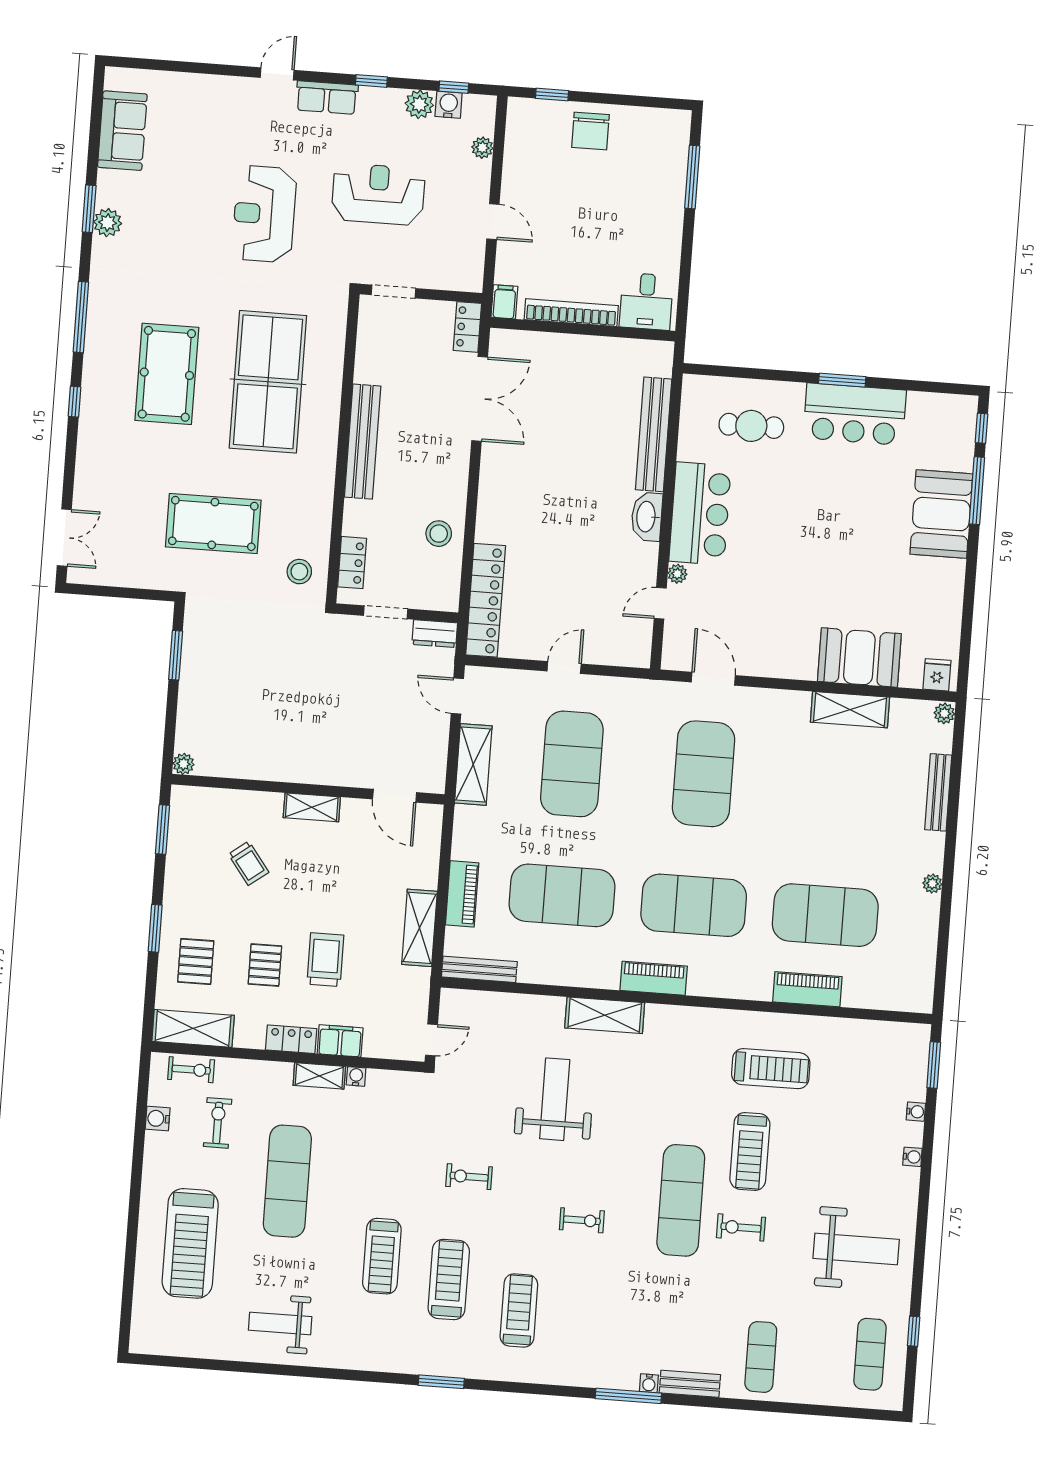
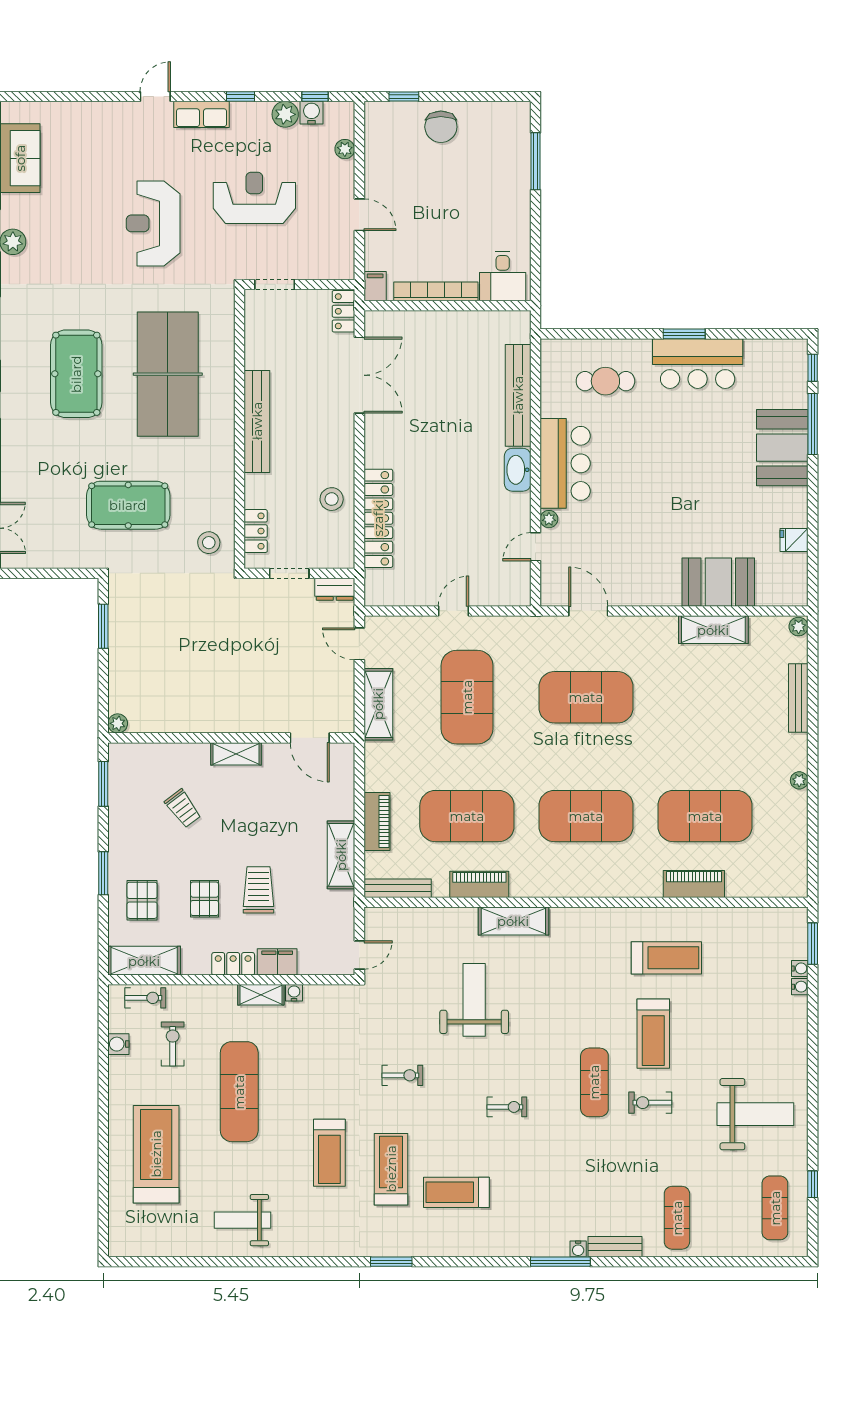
locker: (486, 600) -> (378, 518), moved
fridge: (937, 675) -> (794, 540), moved, turned -90
exercise mat: (704, 774) -> (586, 697), turned 90
piano: (654, 978) -> (479, 884), moved
water cooler: (912, 1157) -> (800, 968), moved
exercise bike: (469, 1177) -> (402, 1075), turned 180
exercise mat: (681, 1200) -> (594, 1082), width x0.73, depth x0.69
treadmill: (190, 1243) -> (156, 1154), turned 180
treadmill: (519, 1310) -> (456, 1192), turned -90

